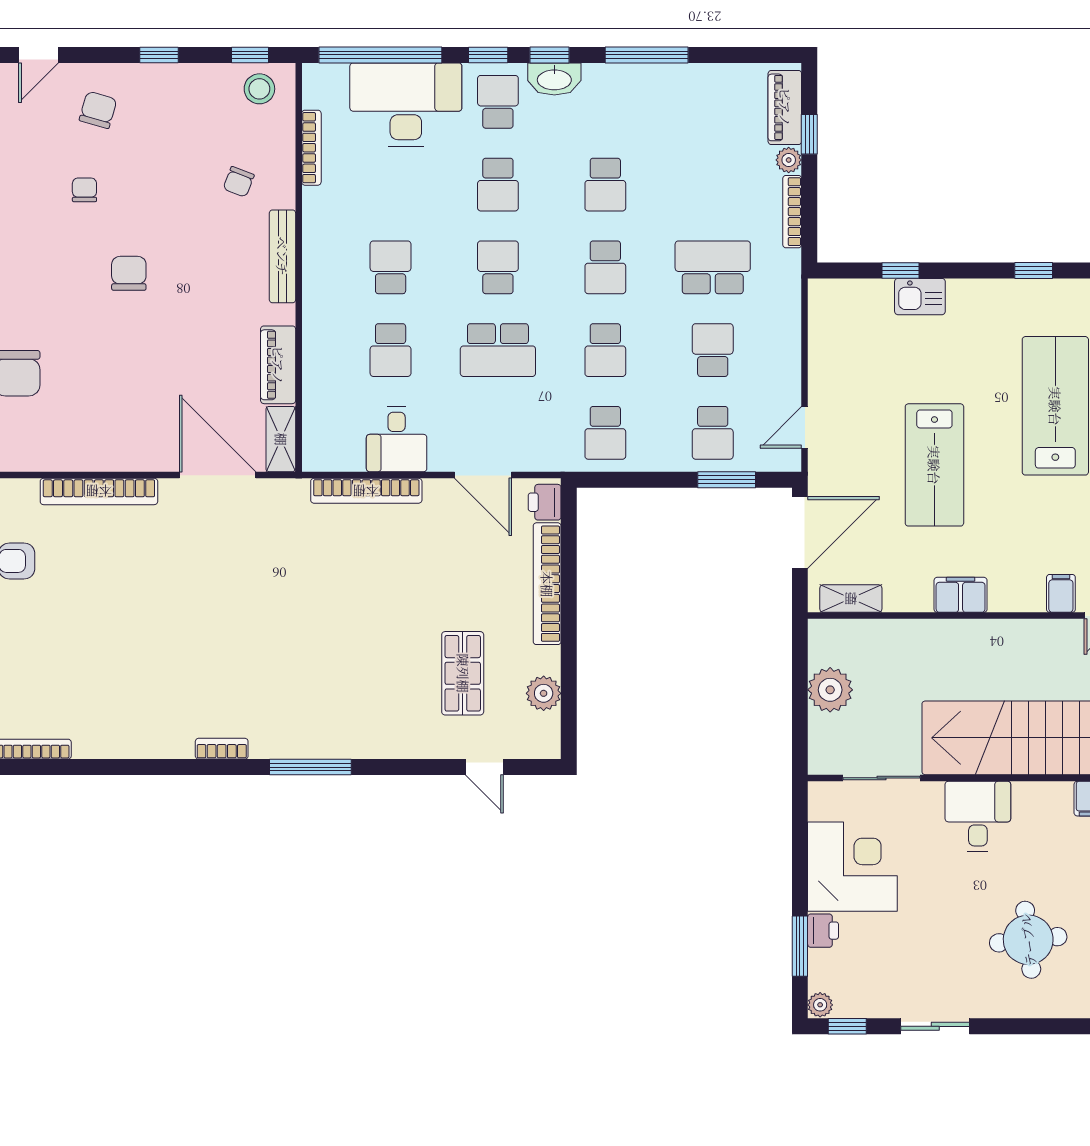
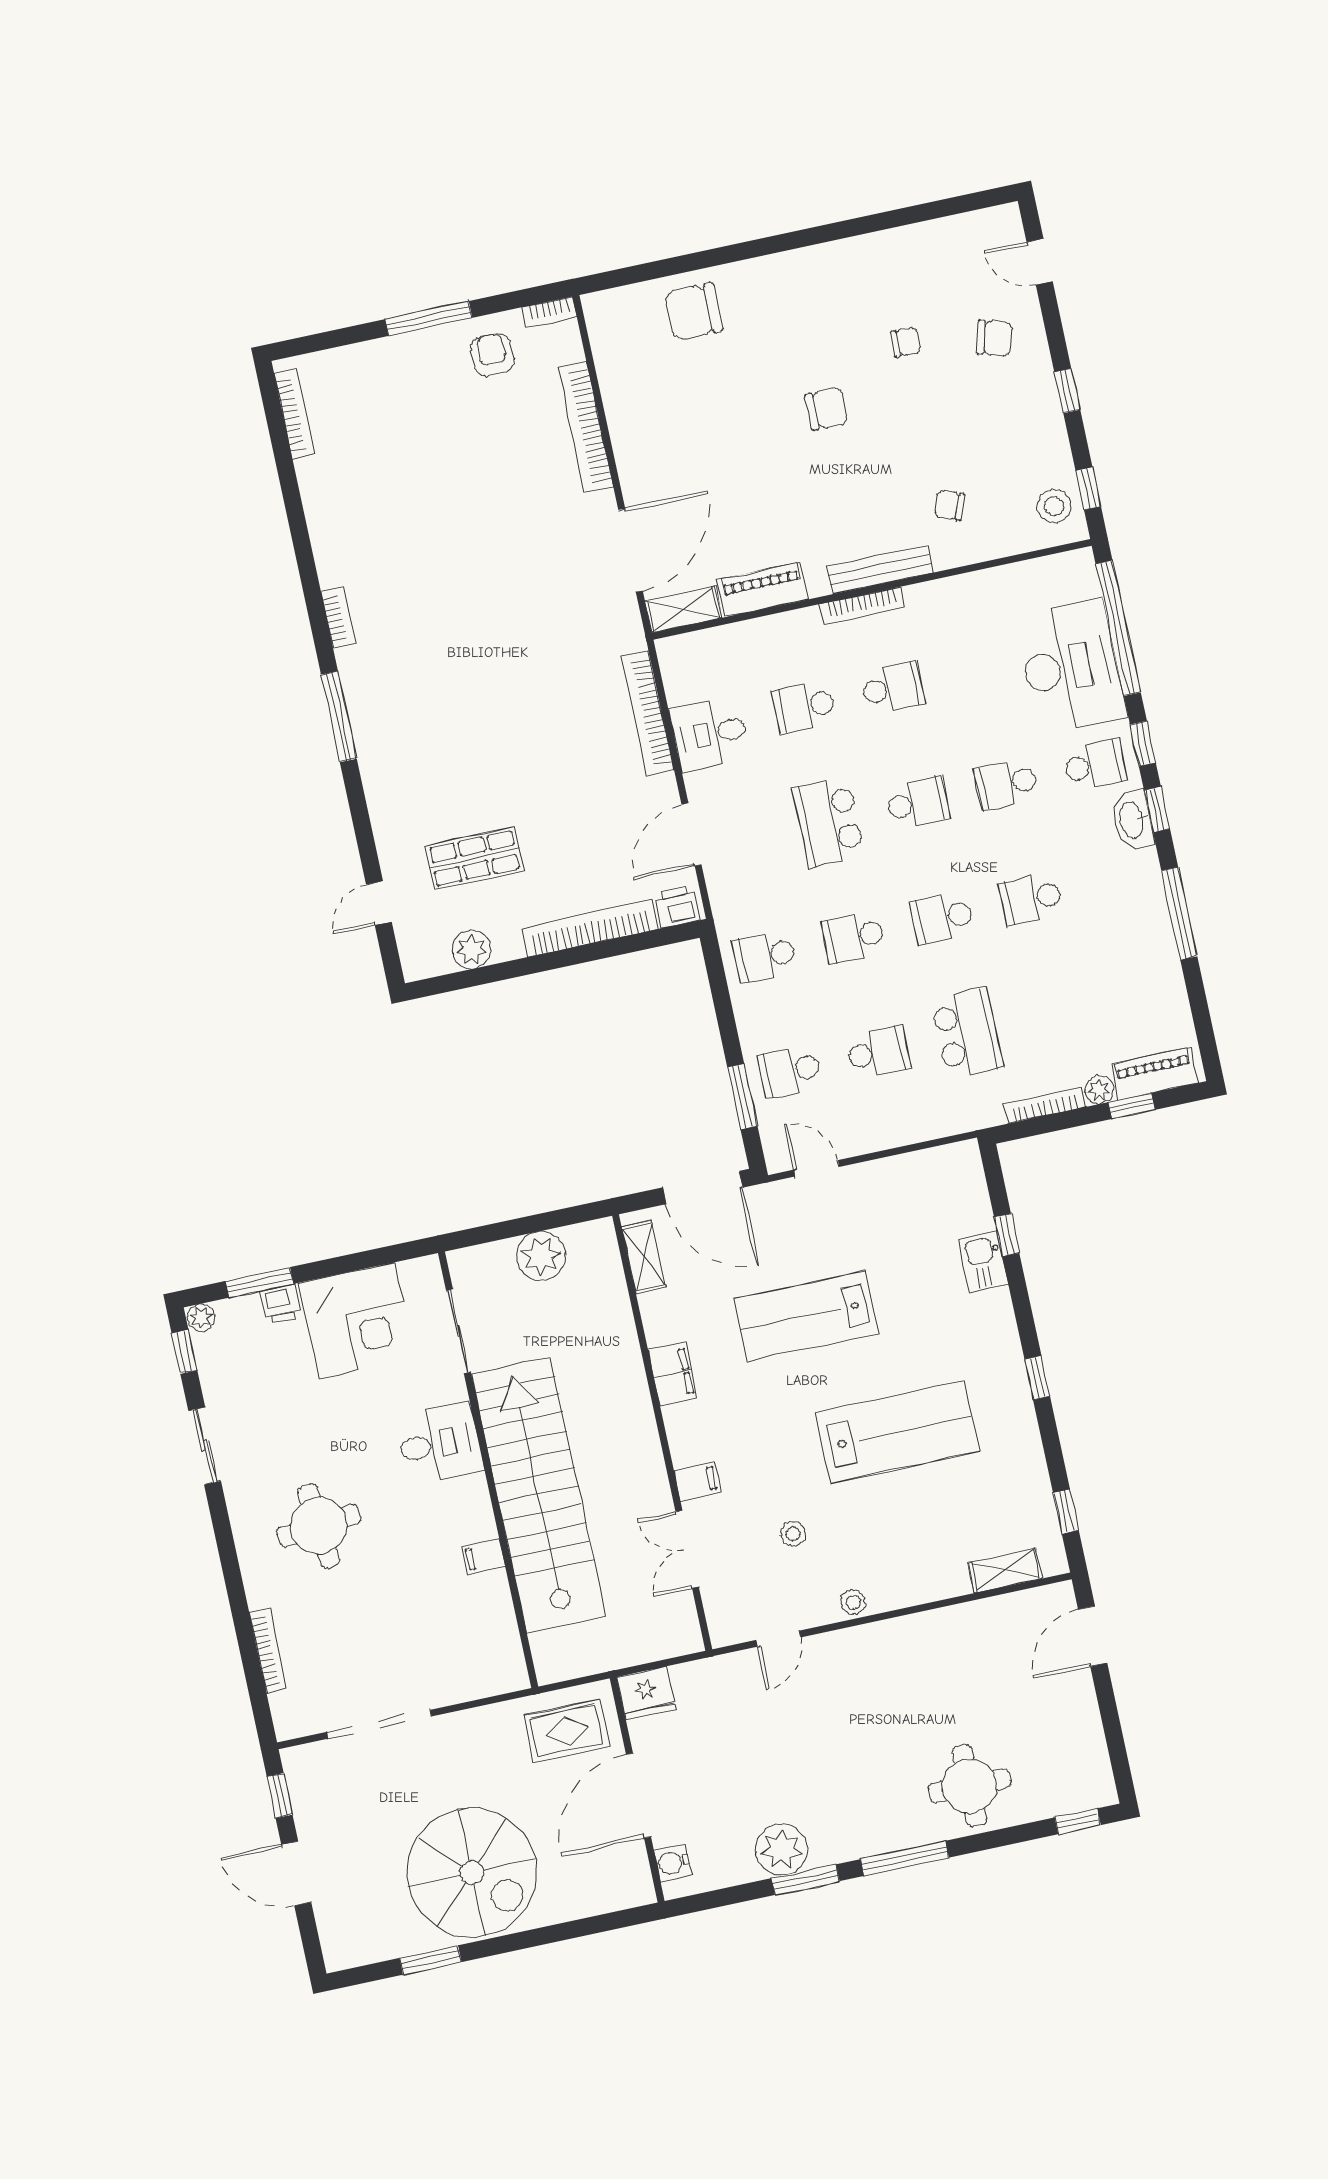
bookcase: (311, 148) -> (862, 606), moved

